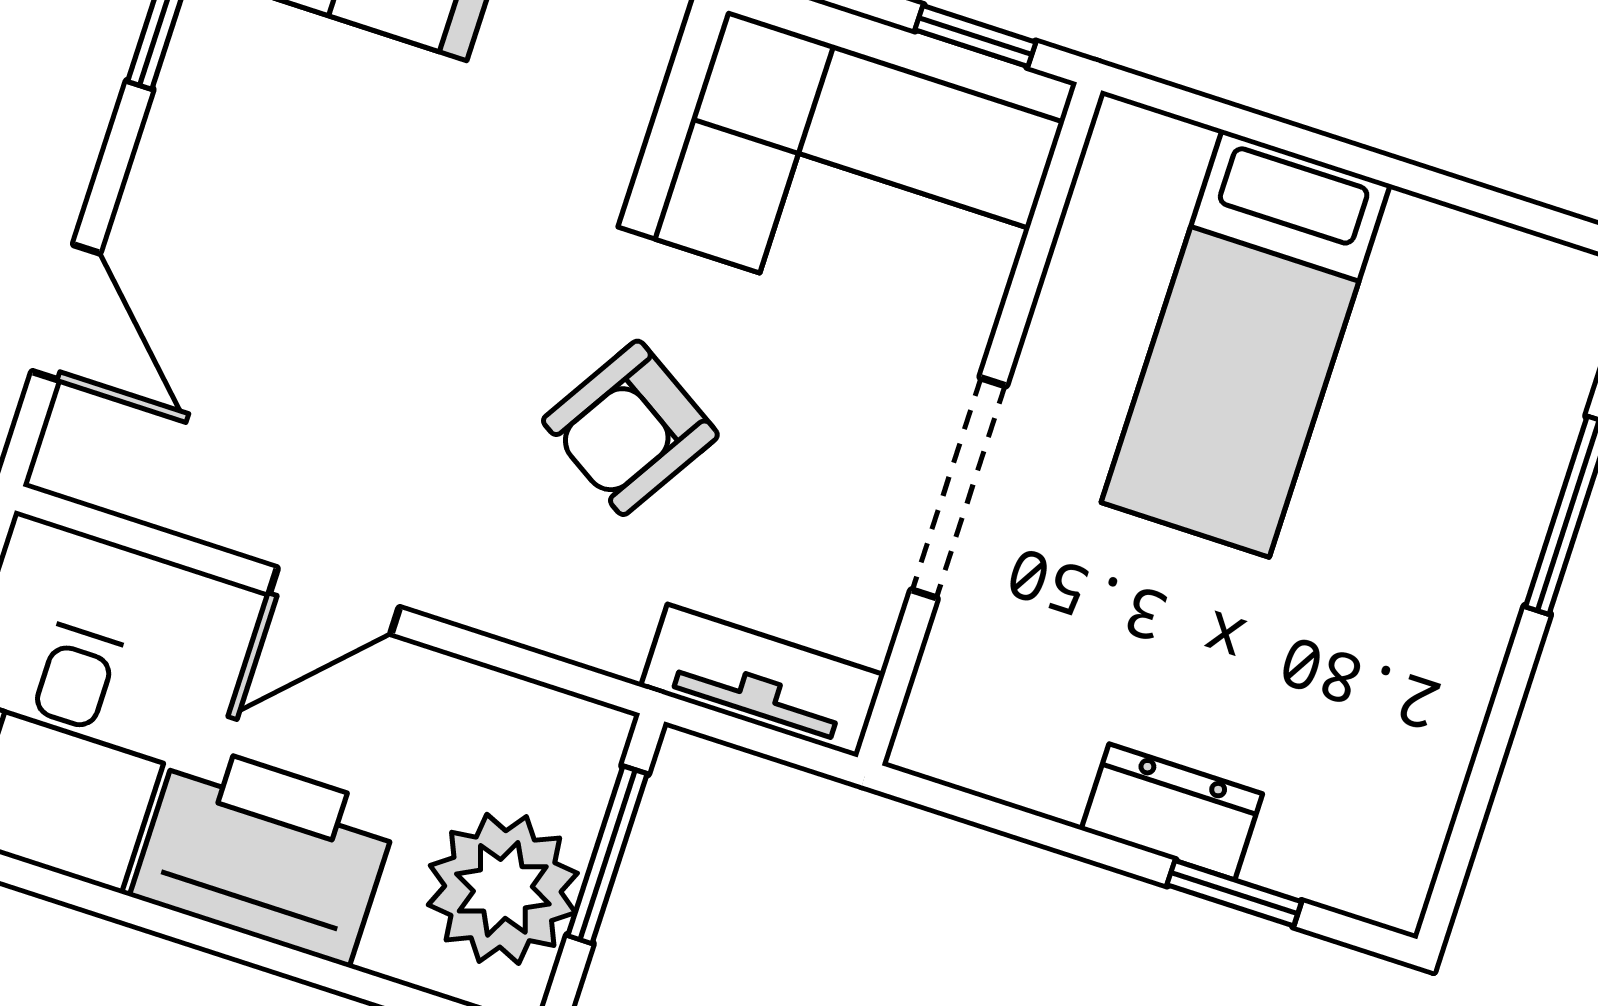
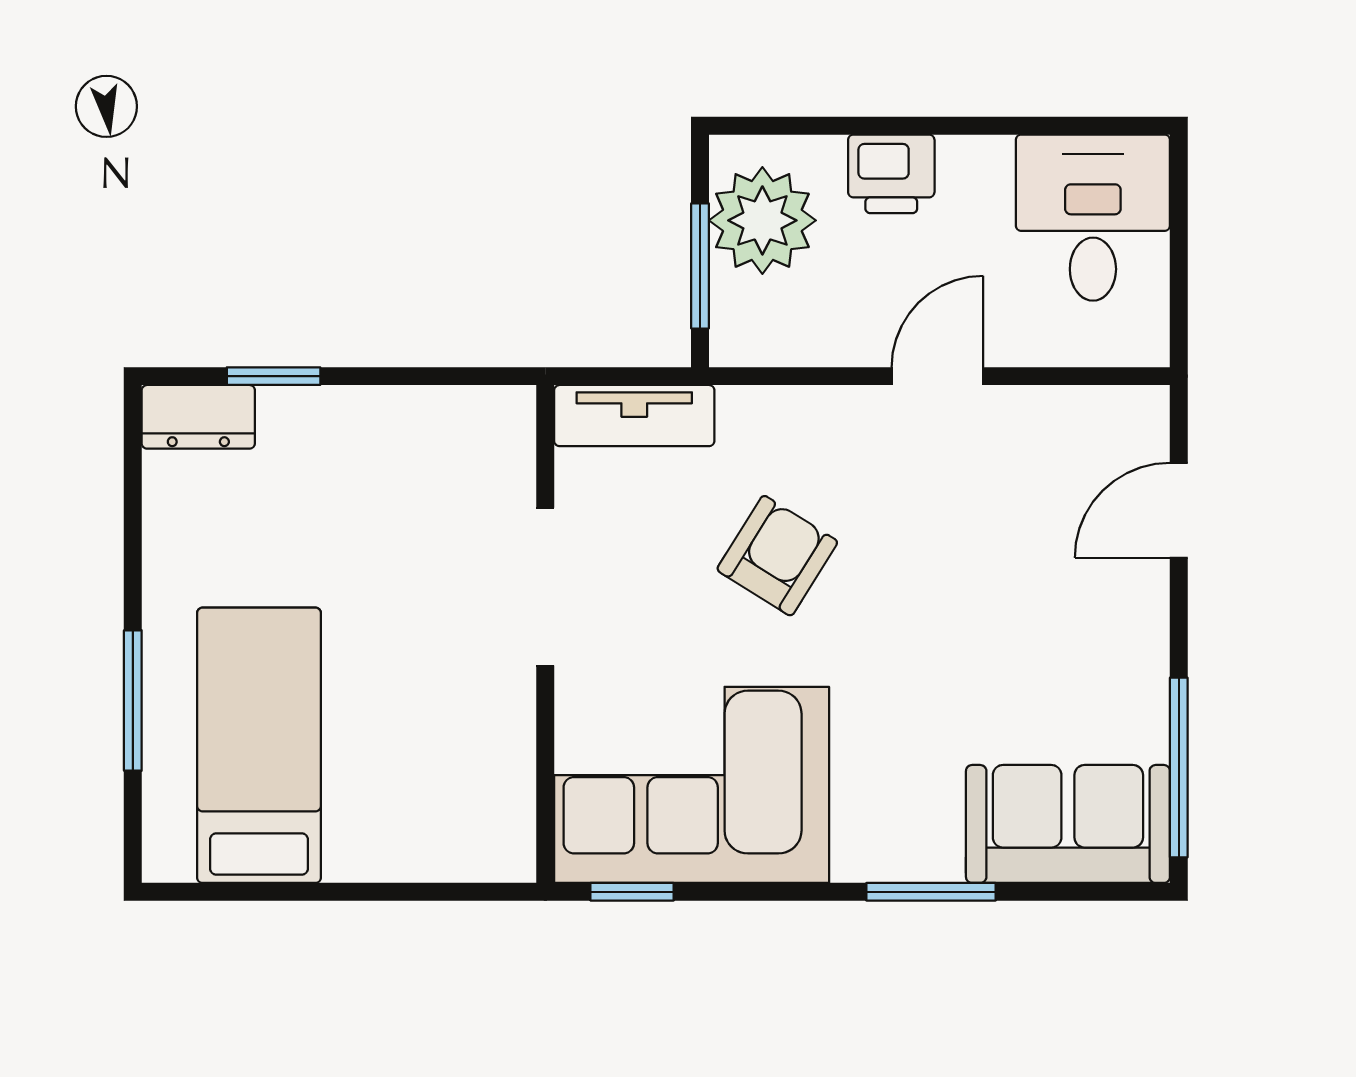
door: (66, 312) -> (1179, 510), hinge flipped
bed: (1246, 343) -> (259, 745), moved
dresser: (1172, 812) -> (198, 417), moved
printer: (265, 853) -> (891, 174), width x0.53, depth x0.68

